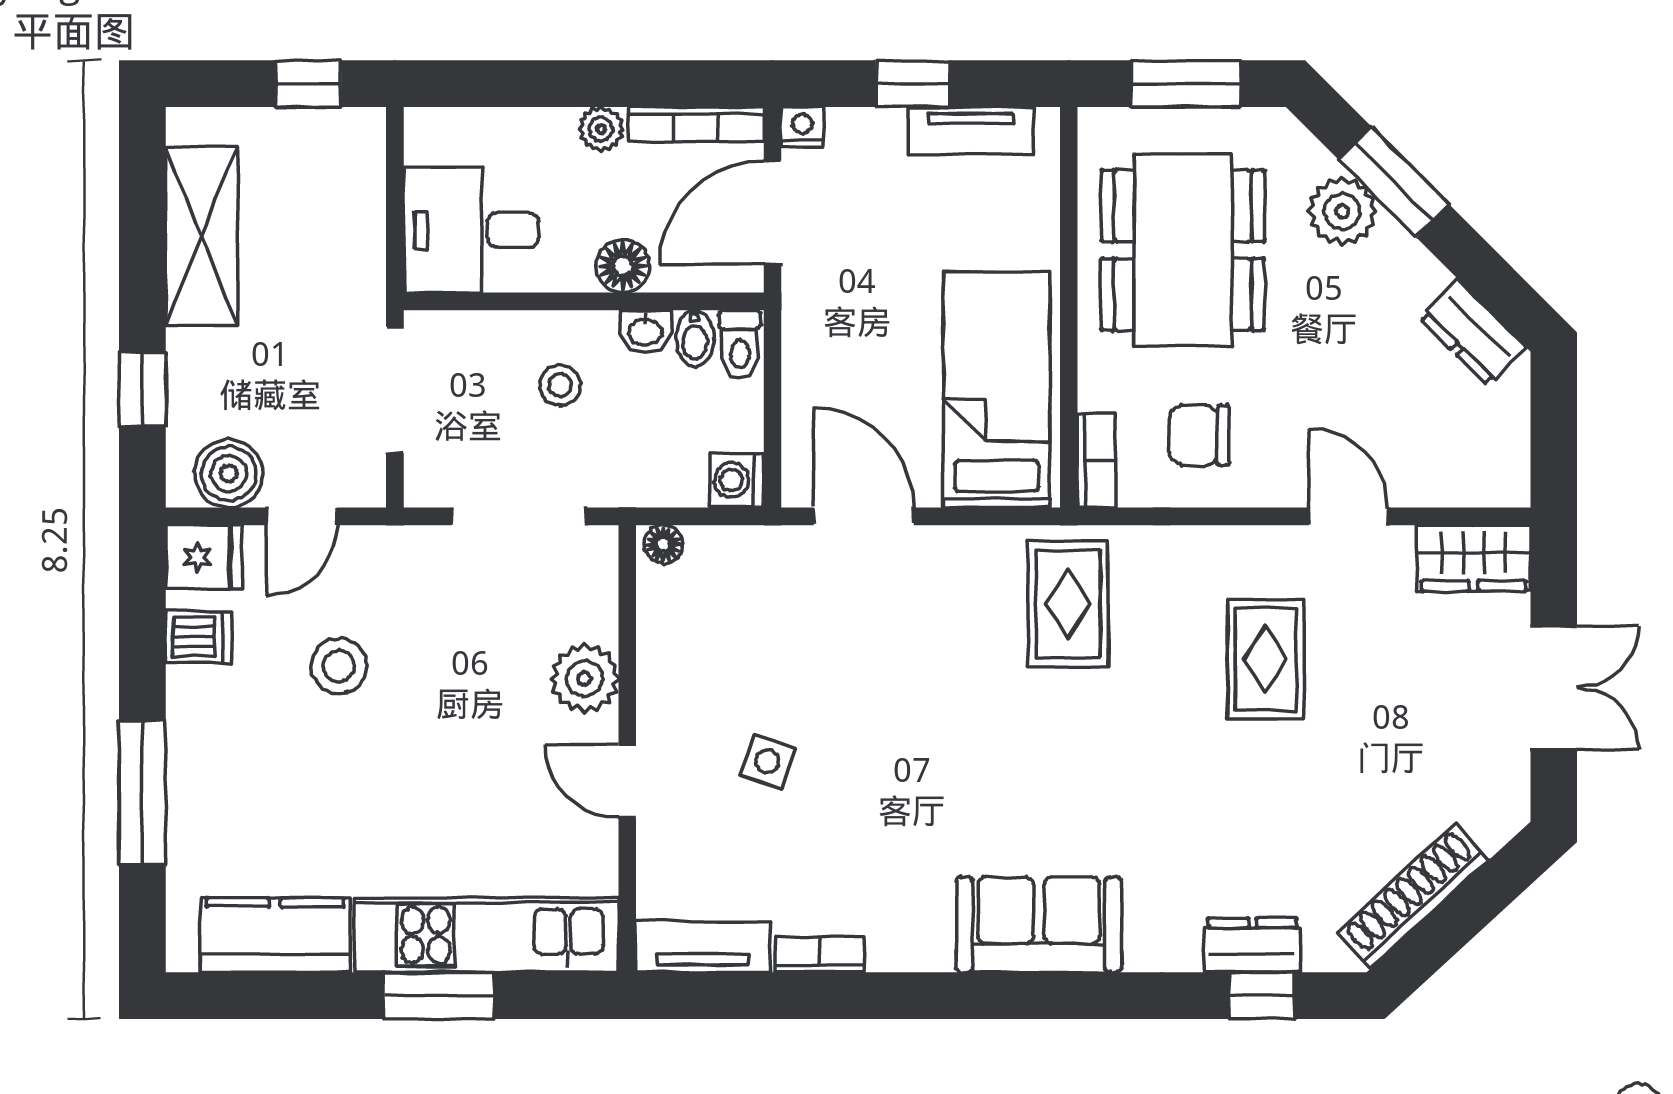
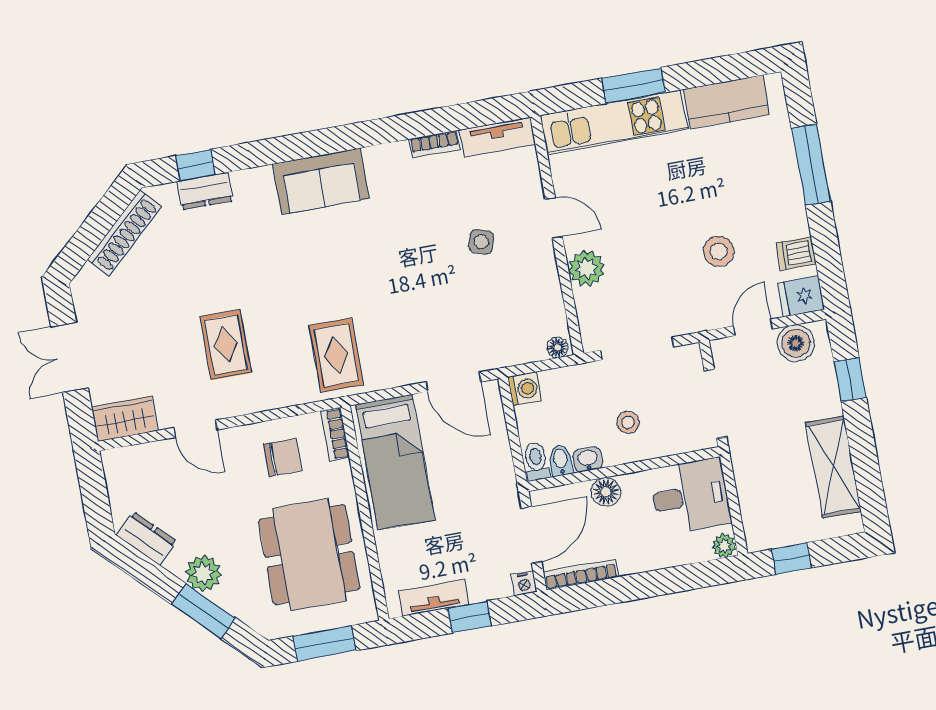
plant: (601, 129) -> (724, 546), moved
plant: (1342, 211) -> (203, 573), moved

